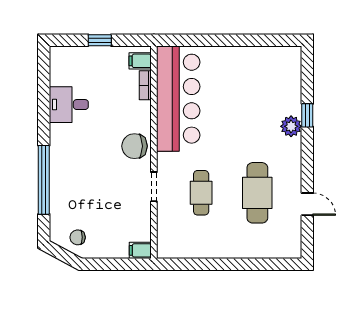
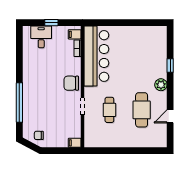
desk: (69, 105) -> (41, 37), moved, turned 90
plant: (291, 126) -> (161, 85), moved
door: (307, 204) -> (170, 116), swing flipped

